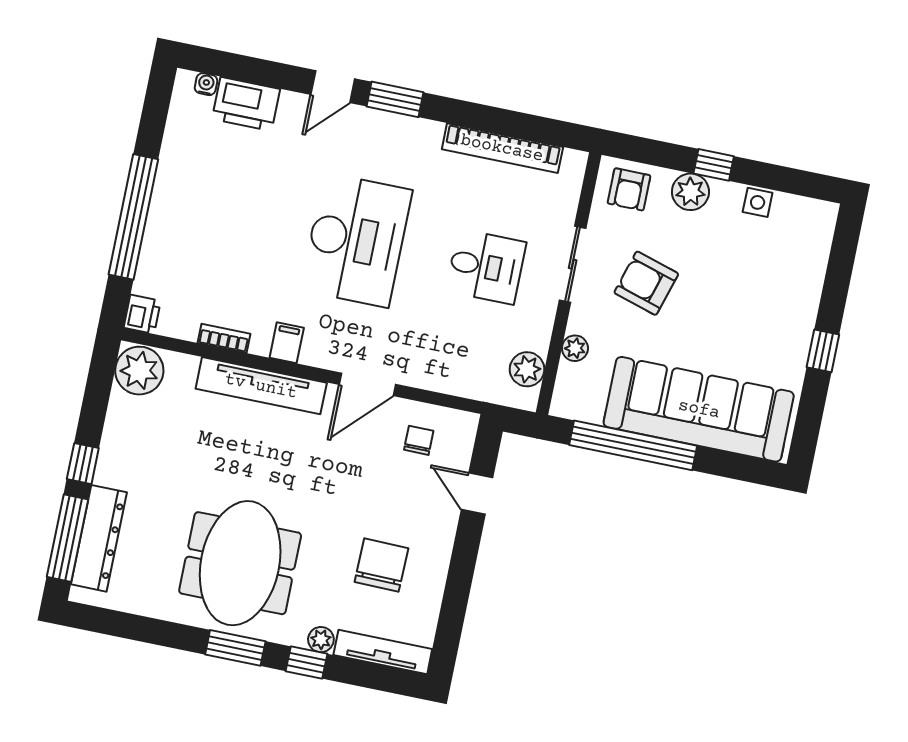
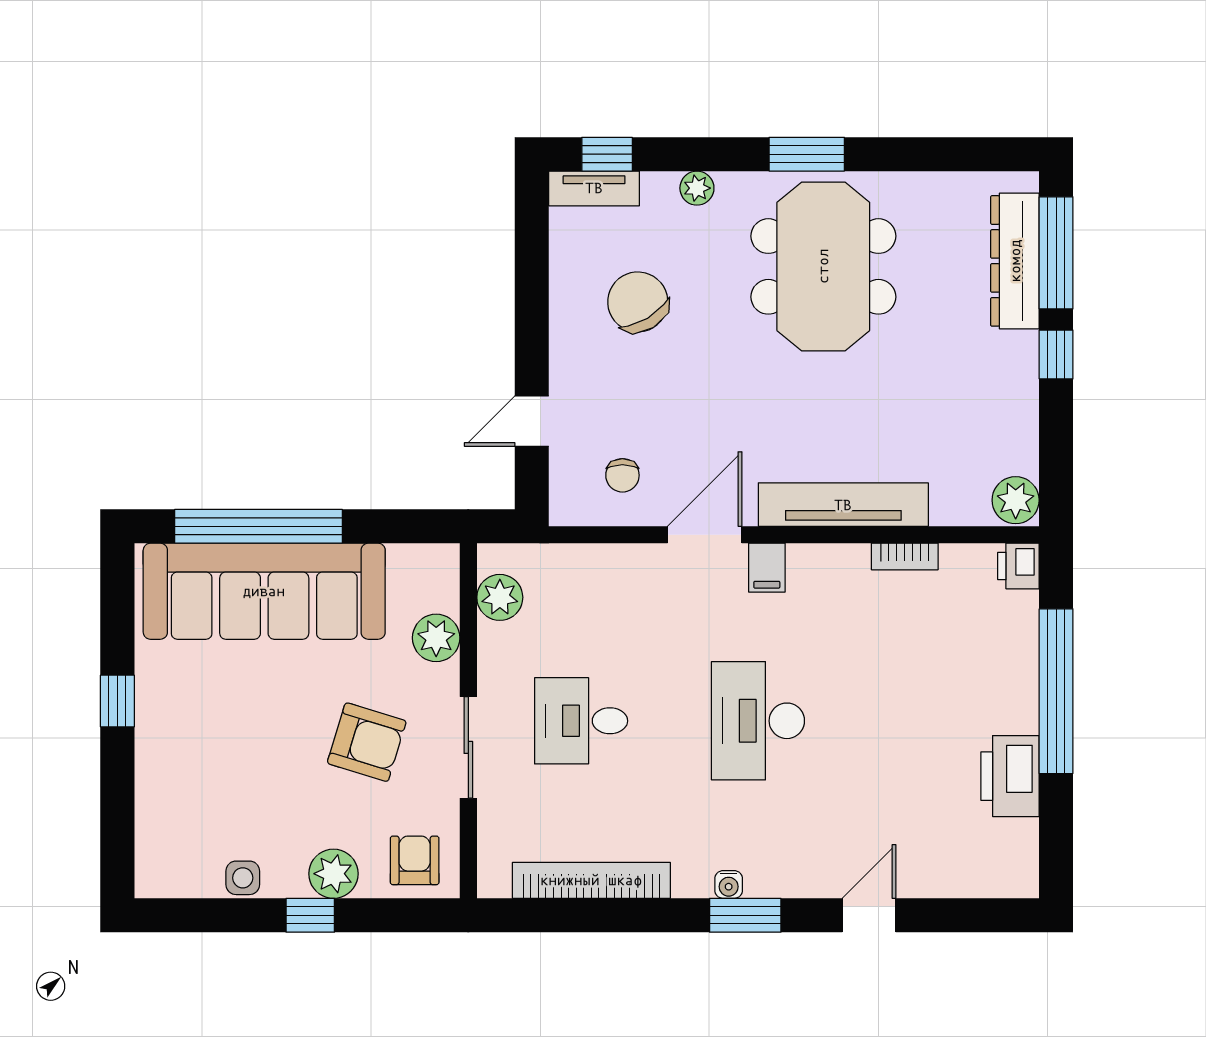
water cooler: (206, 84) -> (729, 884), moved
door: (333, 87) -> (869, 915), moved
printer: (246, 104) -> (1010, 776), moved, turned -90
desk: (356, 240) -> (758, 721), width x0.73, depth x0.77
filing cabinet: (287, 343) -> (767, 568), moved
plant: (575, 348) -> (436, 638), width x1.38, depth x1.38
plant: (139, 371) -> (1016, 500), width x0.73, depth x0.73
window: (633, 445) -> (259, 526), moved
door: (477, 494) -> (532, 421), swing flipped
chair: (381, 565) -> (638, 302), turned 148
tv unit: (383, 652) -> (594, 188), width x0.71
window: (306, 663) -> (607, 154), moved

